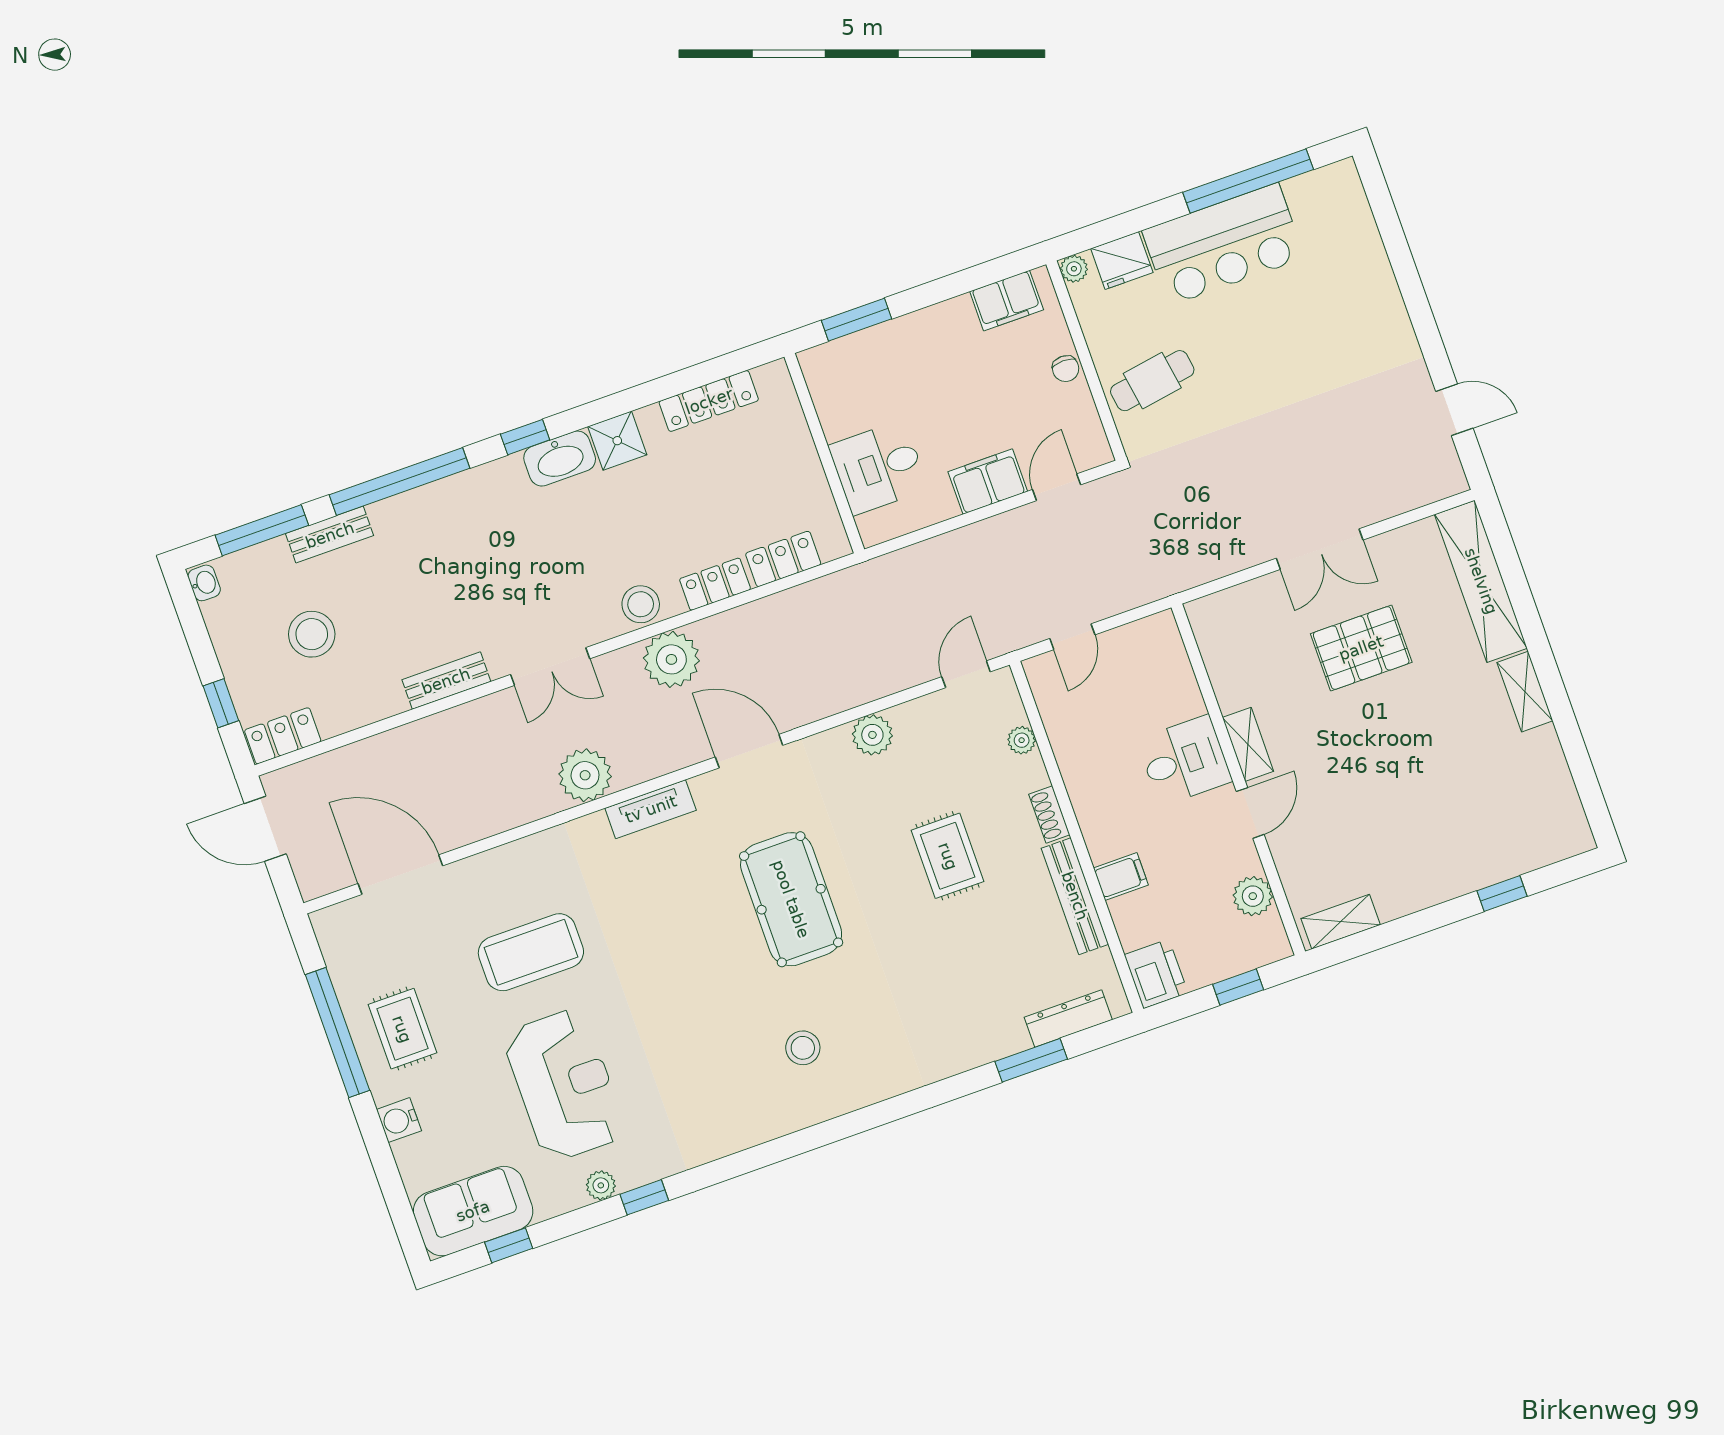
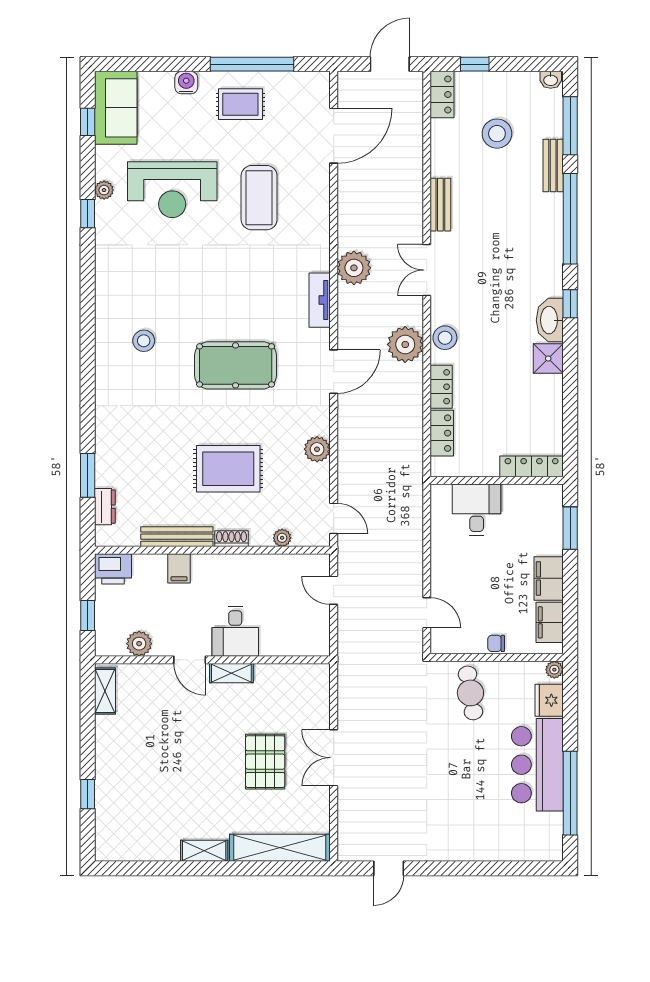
locker: (709, 401) -> (532, 466), moved, turned 90
filing cabinet: (988, 482) -> (549, 578), moved, turned 180
rug: (948, 856) -> (228, 469), width x1.36, depth x1.43
dresser: (1068, 1018) -> (105, 507), width x0.70

